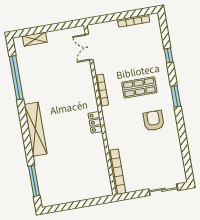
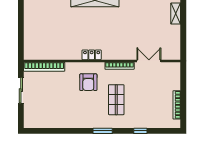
double door: (89, 47) -> (149, 61), moved
armchair: (154, 121) -> (88, 82), moved, turned 90
sliding door: (163, 190) -> (21, 90), moved

